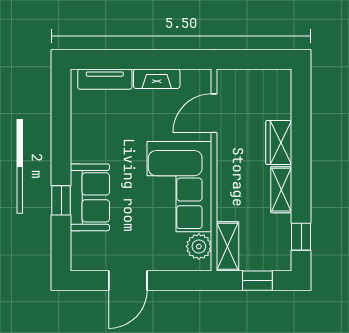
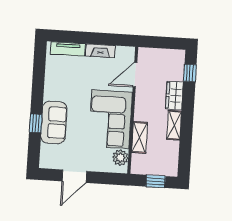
window: (301, 237) -> (190, 73), moved
shelving: (228, 246) -> (140, 137), moved

